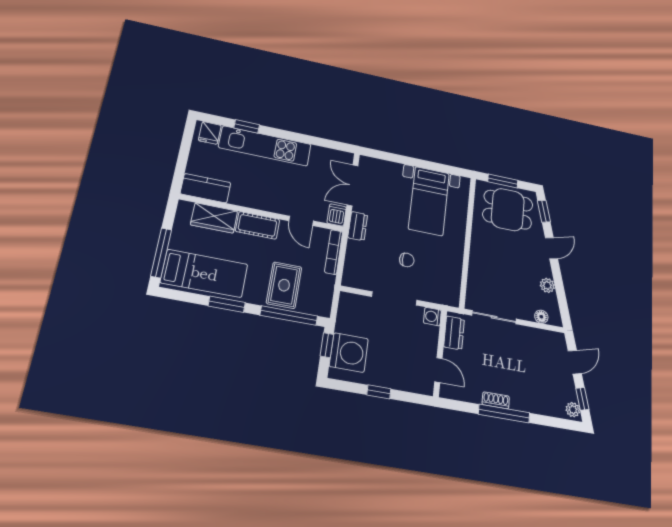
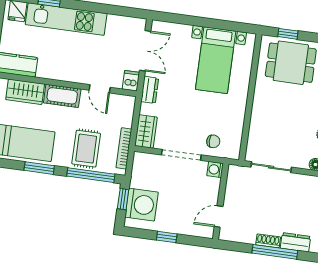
window: (503, 181) -> (288, 34), width x0.67
double door: (352, 185) -> (145, 51), swing flipped
bookcase: (334, 252) -> (124, 148), moved
chair: (407, 260) -> (213, 141), moved
wardrobe: (354, 270) -> (146, 131), added
dresser: (454, 333) -> (295, 242), moved, turned -90
door: (438, 370) -> (219, 217), swing flipped

